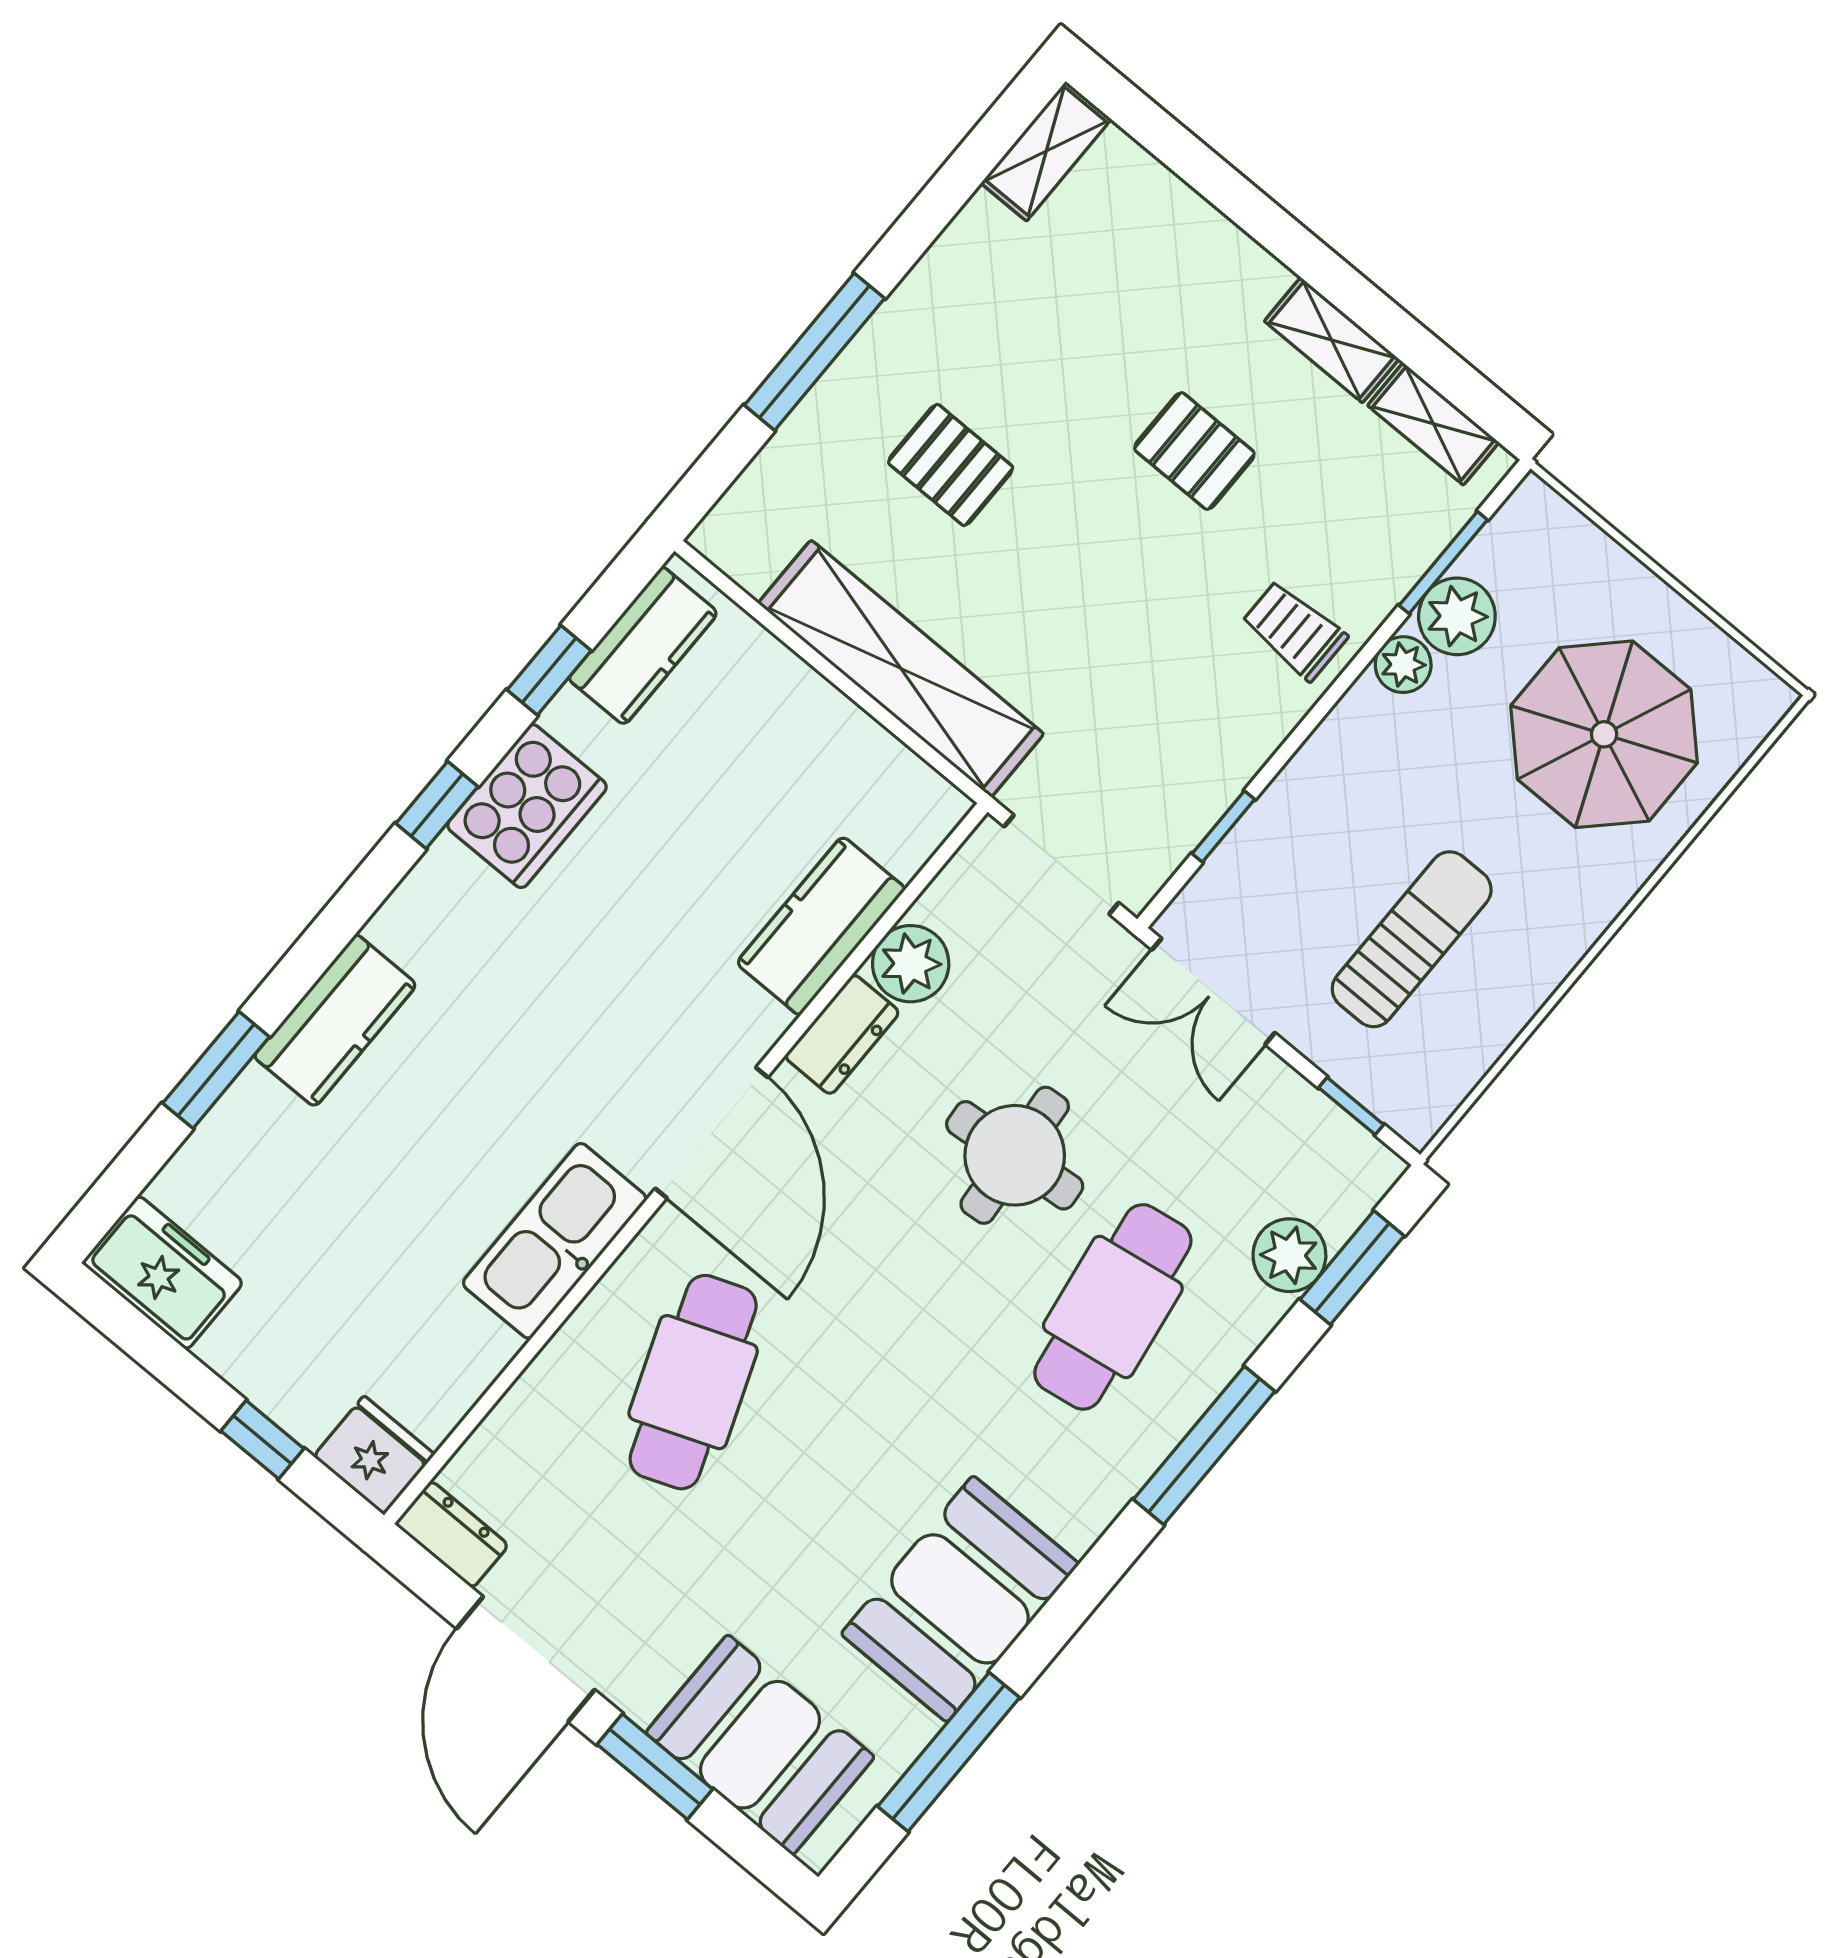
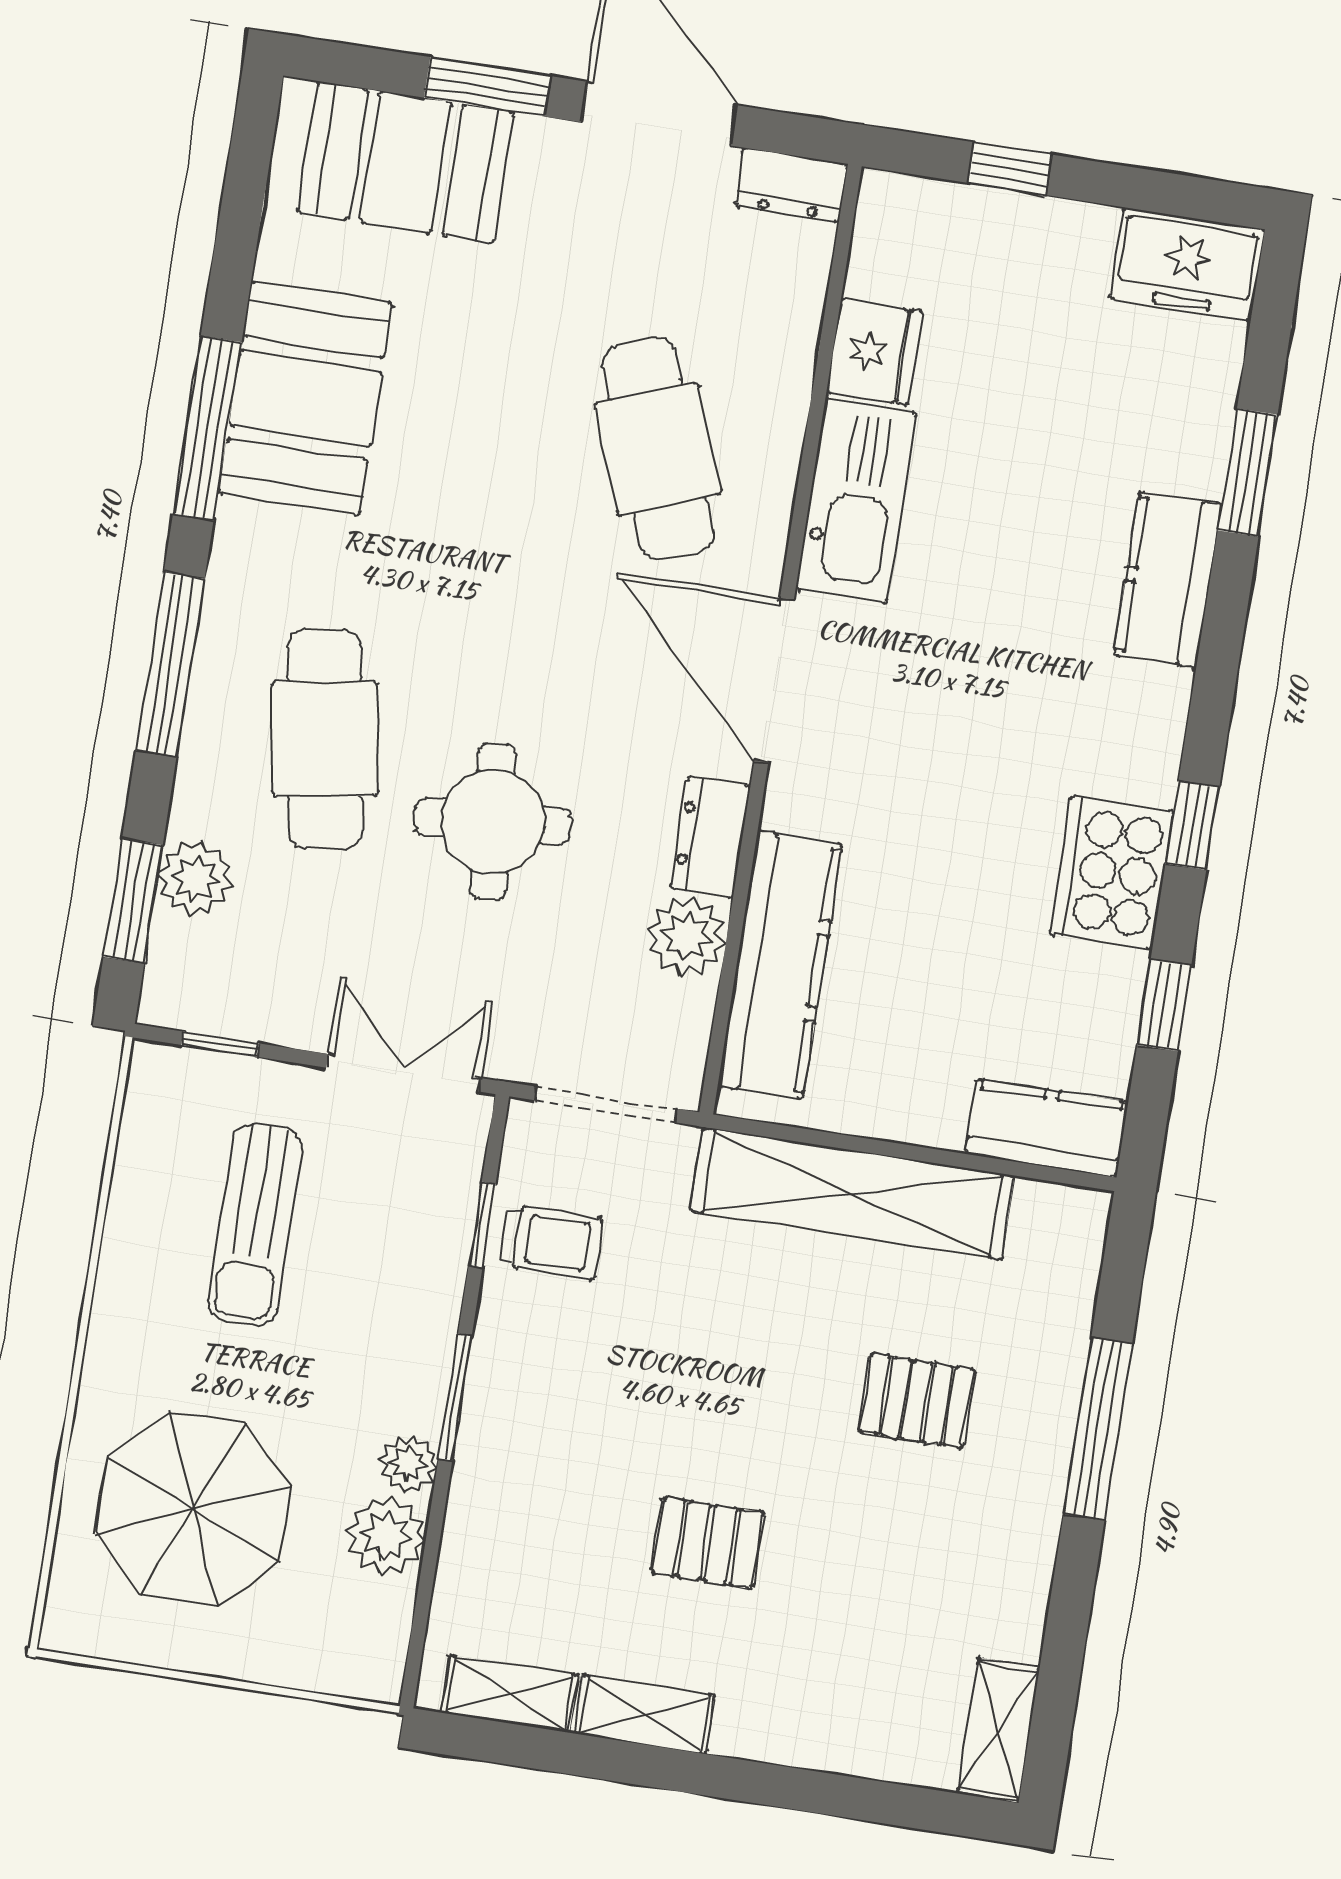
window: (1443, 563) -> (455, 1397), moved
trolley: (1294, 630) -> (551, 1242), moved
kitchen counter: (643, 646) -> (1047, 1128), moved, turned 90
kitchen counter: (821, 926) -> (780, 965), width x1.50
fridge: (374, 1455) -> (874, 352), moved, turned -90
window: (949, 1752) -> (207, 428), moved

